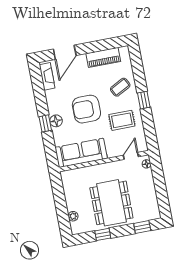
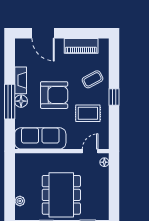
door: (65, 52) -> (43, 33), hinge flipped
fireplace: (47, 76) -> (21, 80), moved
armchair: (86, 109) -> (54, 95), turned 180
window: (45, 123) -> (10, 102), width x2.17

